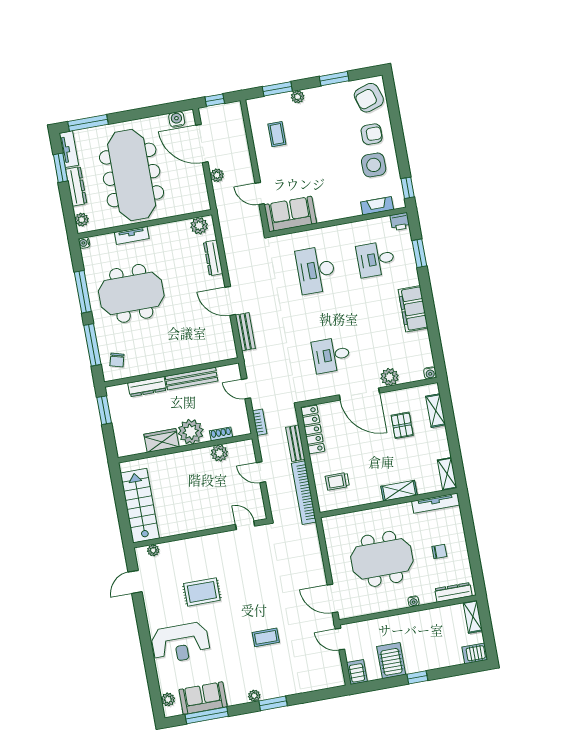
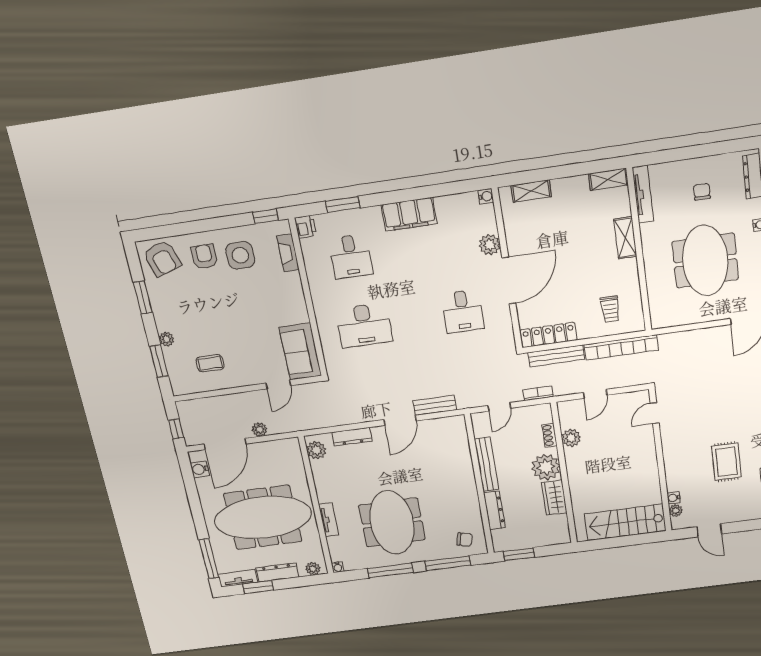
pallet: (402, 425) -> (548, 232), removed
bench: (295, 443) -> (556, 356), width x1.36
water cooler: (166, 548) -> (674, 498), added

